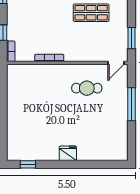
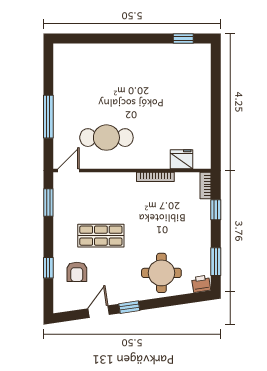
cafe table: (87, 88) -> (106, 138), width x1.37, depth x1.35
fridge: (68, 153) -> (182, 159), moved, turned 180

